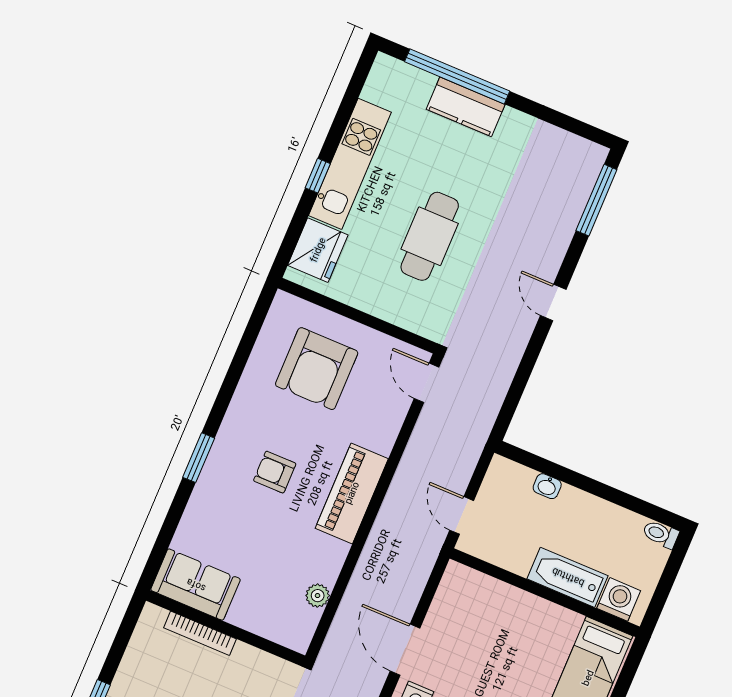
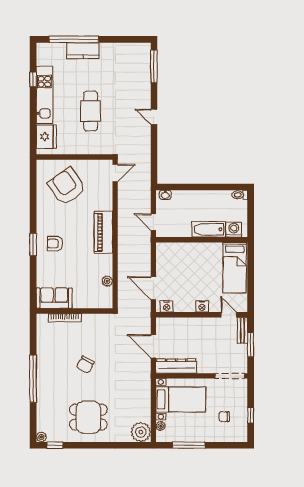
window: (318, 176) -> (33, 79), moved
armchair: (317, 369) -> (67, 186), turned 145
door: (426, 383) -> (115, 173), swing flipped
armchair: (275, 472) -> (55, 244), moved
washbasin: (547, 486) -> (165, 195), moved

